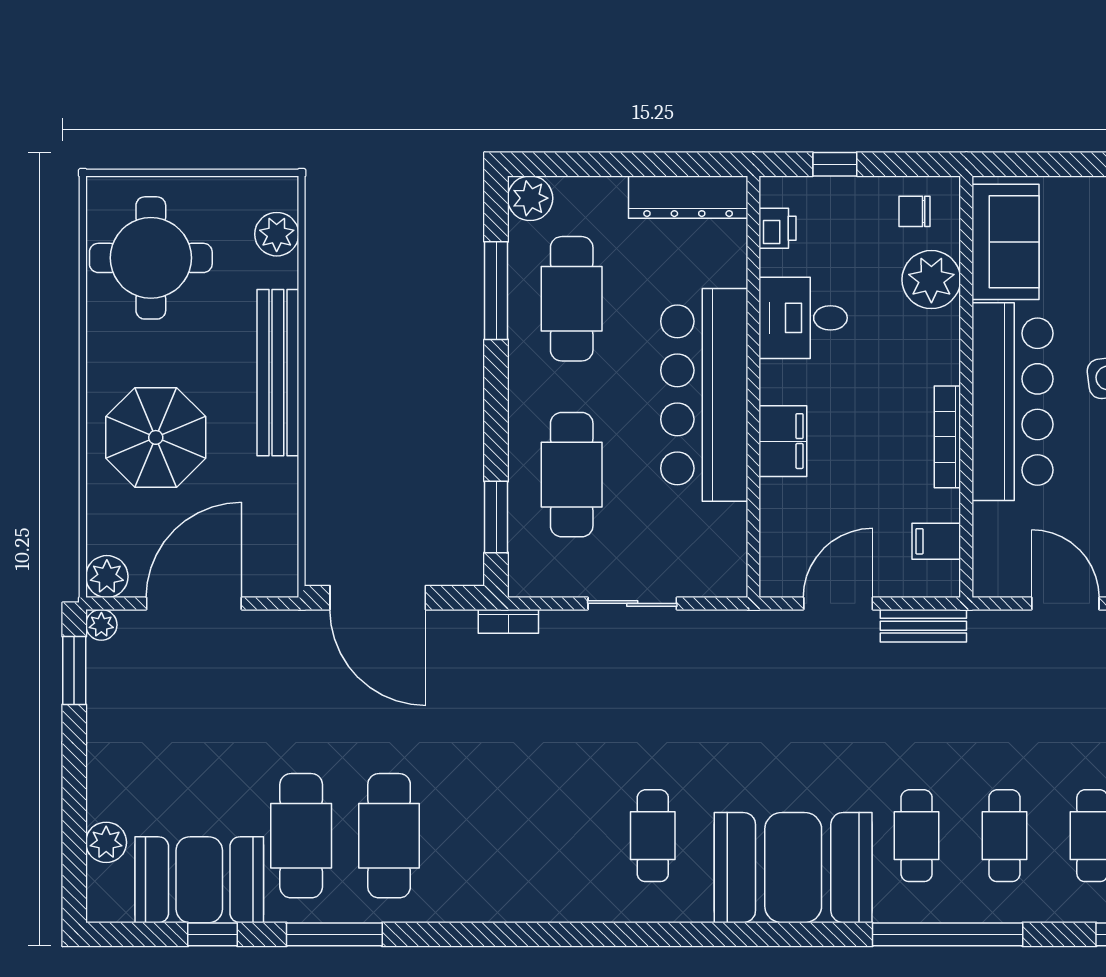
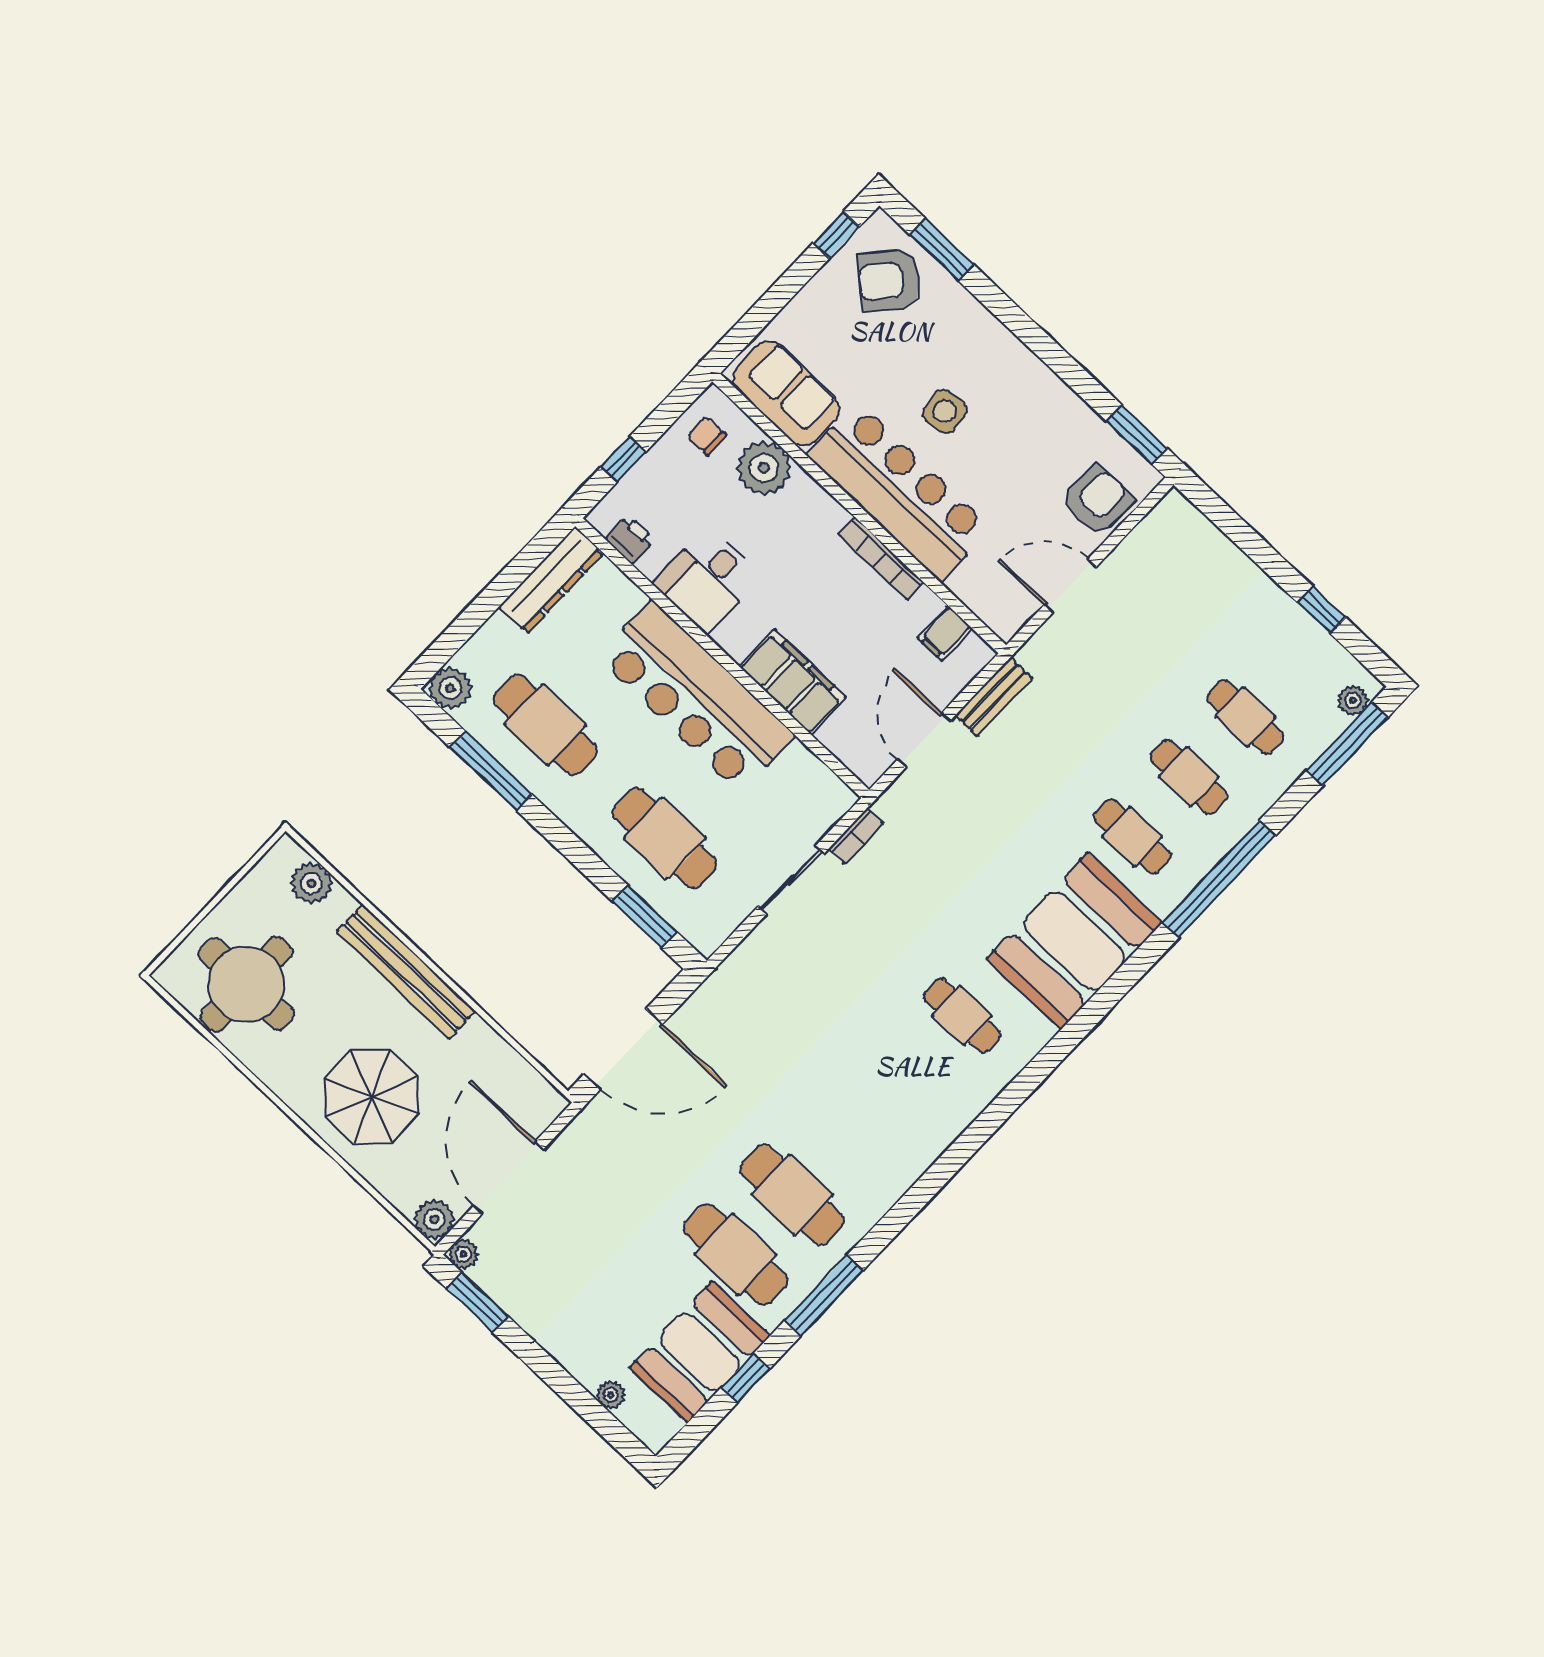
chair: (914, 211) -> (707, 436), turned 90
filing cabinet: (783, 441) -> (793, 682), width x1.50, depth x1.17
bookcase: (508, 621) -> (856, 836), moved
plant: (106, 842) -> (611, 1395), width x0.73, depth x0.73

